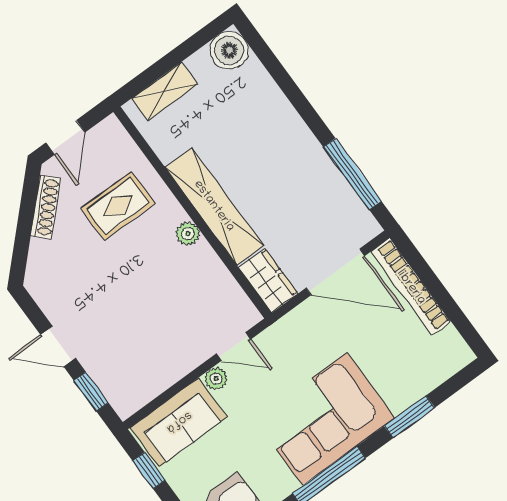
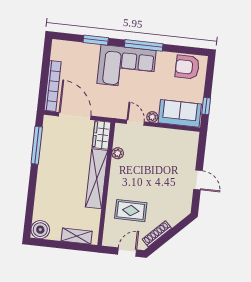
plant: (188, 234) -> (118, 153), moved
window: (91, 392) -> (201, 153), removed

